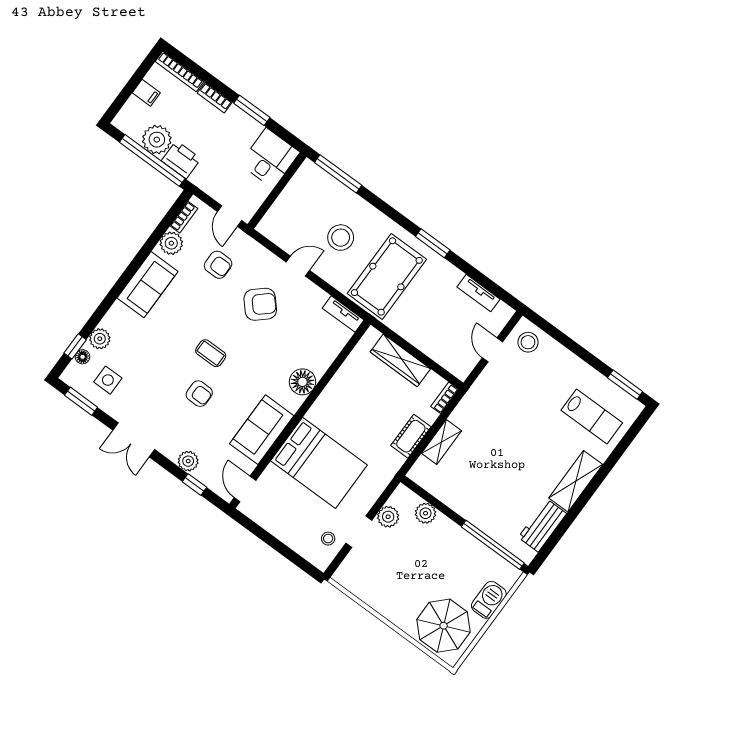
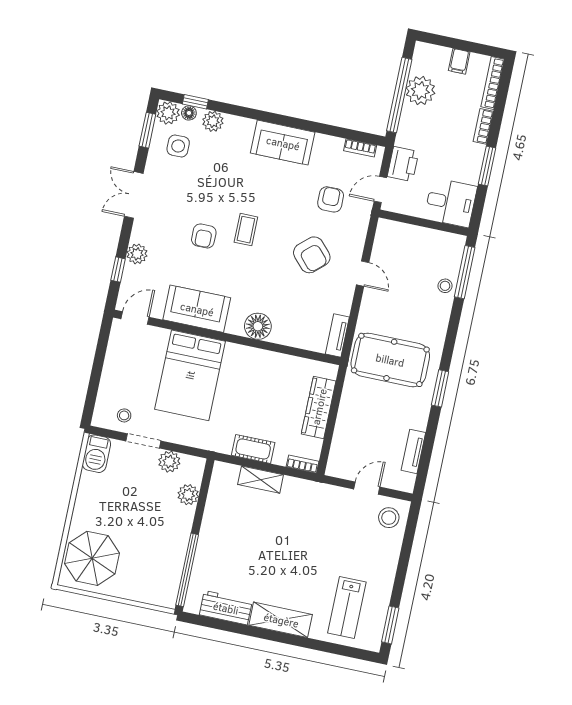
printer: (181, 160) -> (403, 164), moved
stool: (341, 238) -> (445, 286), moved, width x0.53, depth x0.53
plant: (171, 243) -> (168, 113), moved
armchair: (218, 265) -> (331, 199), turned 180
barbecue: (489, 600) -> (96, 454), moved, turned 90

